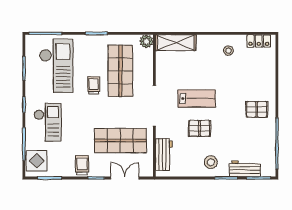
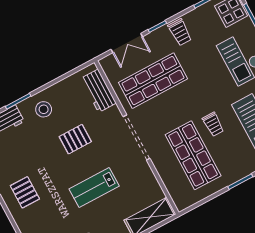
plant: (146, 41) -> (182, 202), removed
lab bench: (197, 99) -> (94, 188), moved
pallet: (257, 109) -> (25, 192), turned 90

